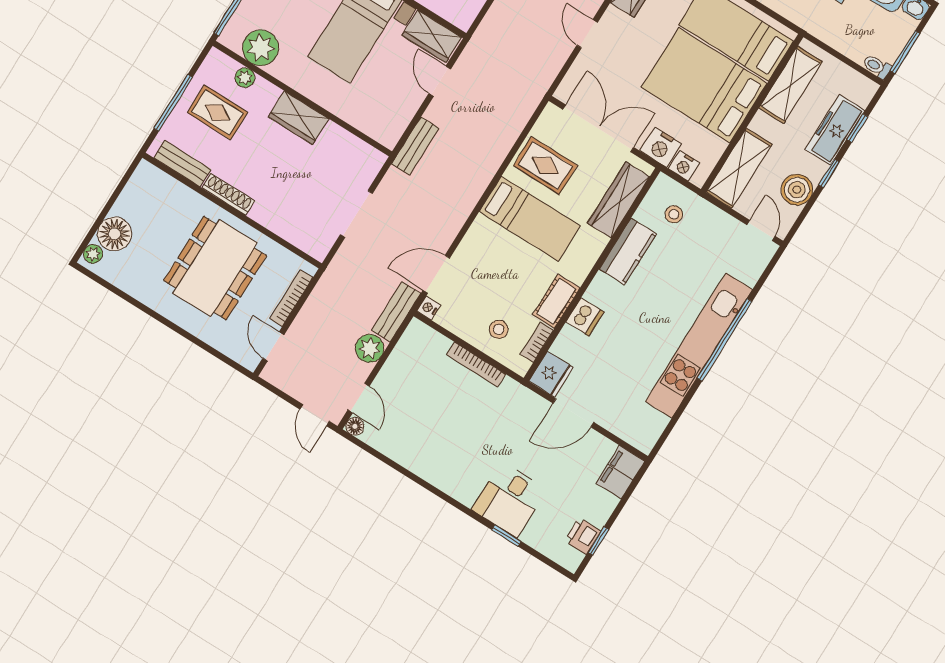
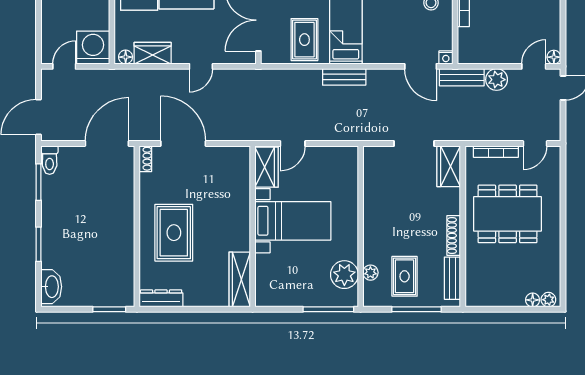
wardrobe: (298, 118) -> (449, 166), moved, turned 180
bench: (415, 146) -> (344, 77), moved
floor lamp: (115, 234) -> (533, 300), width x0.53, depth x0.53

